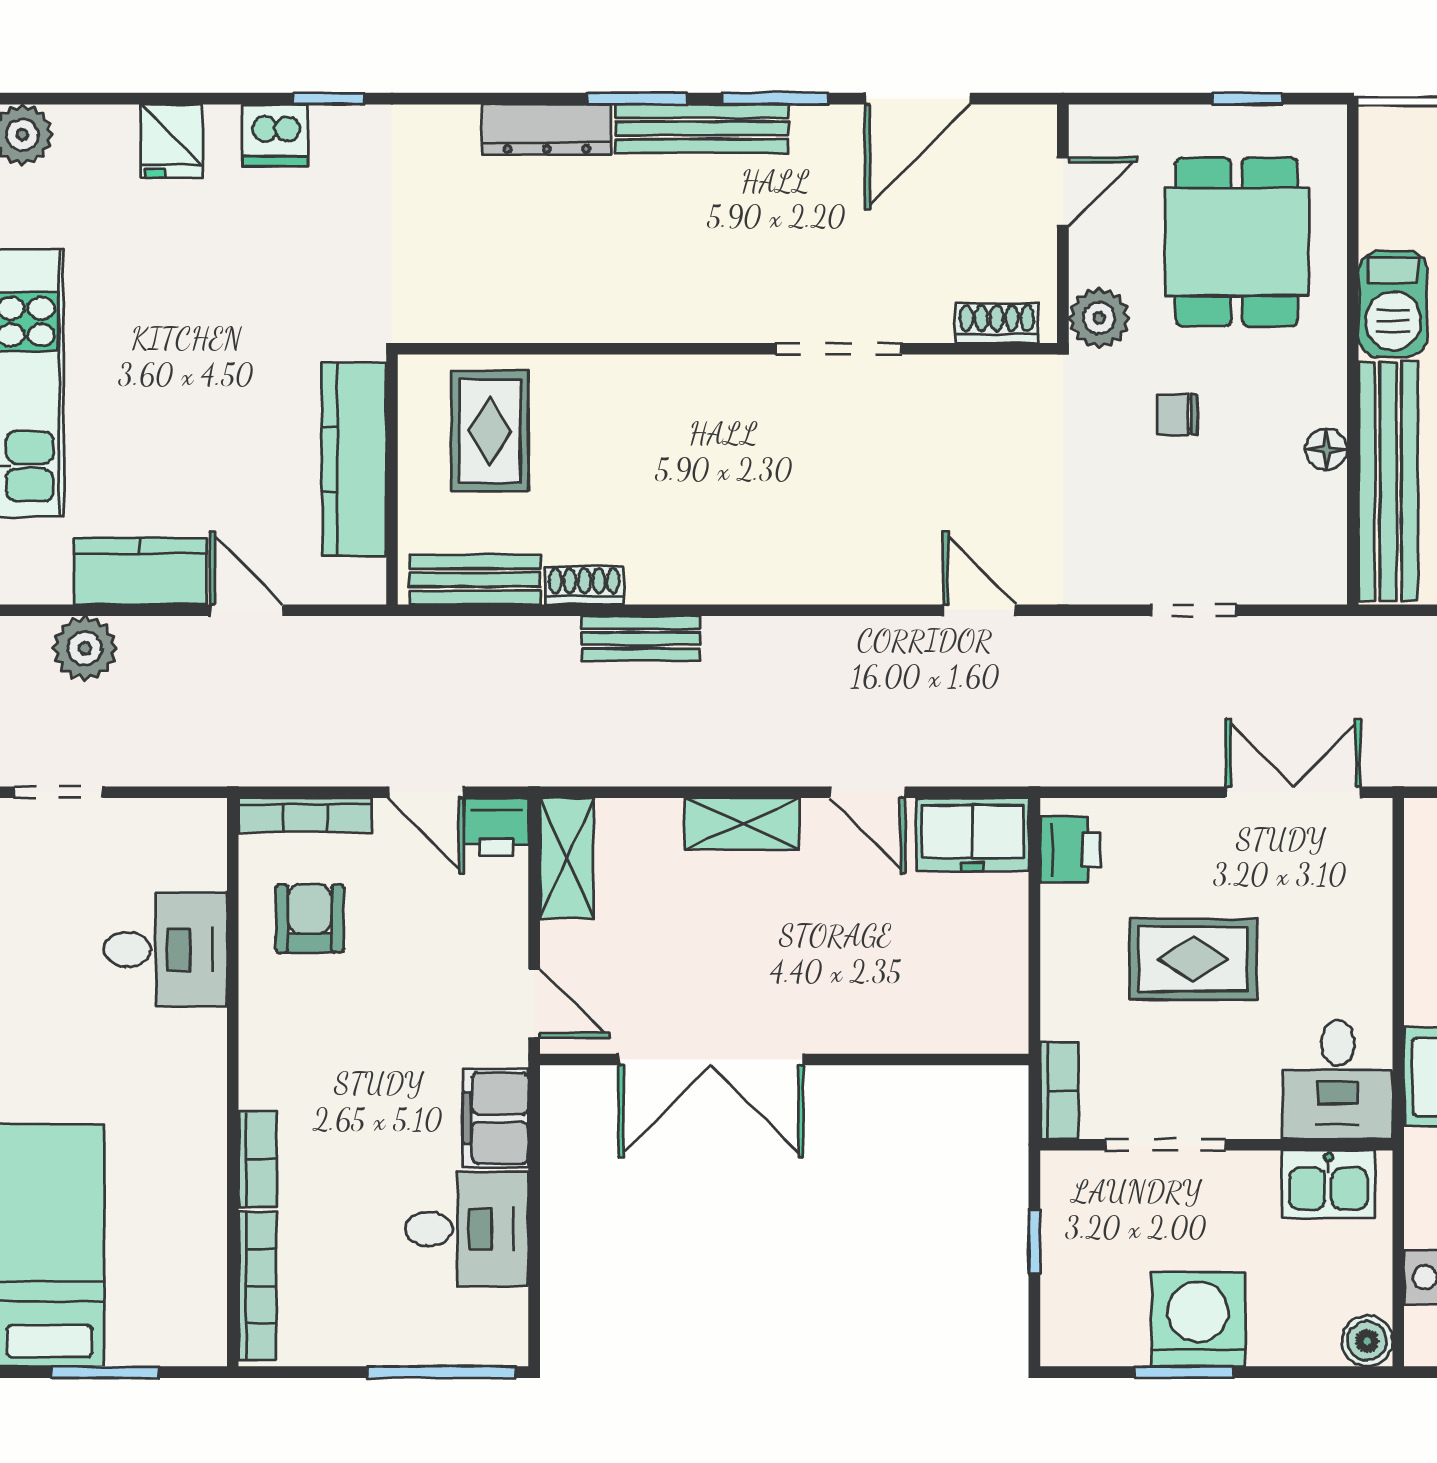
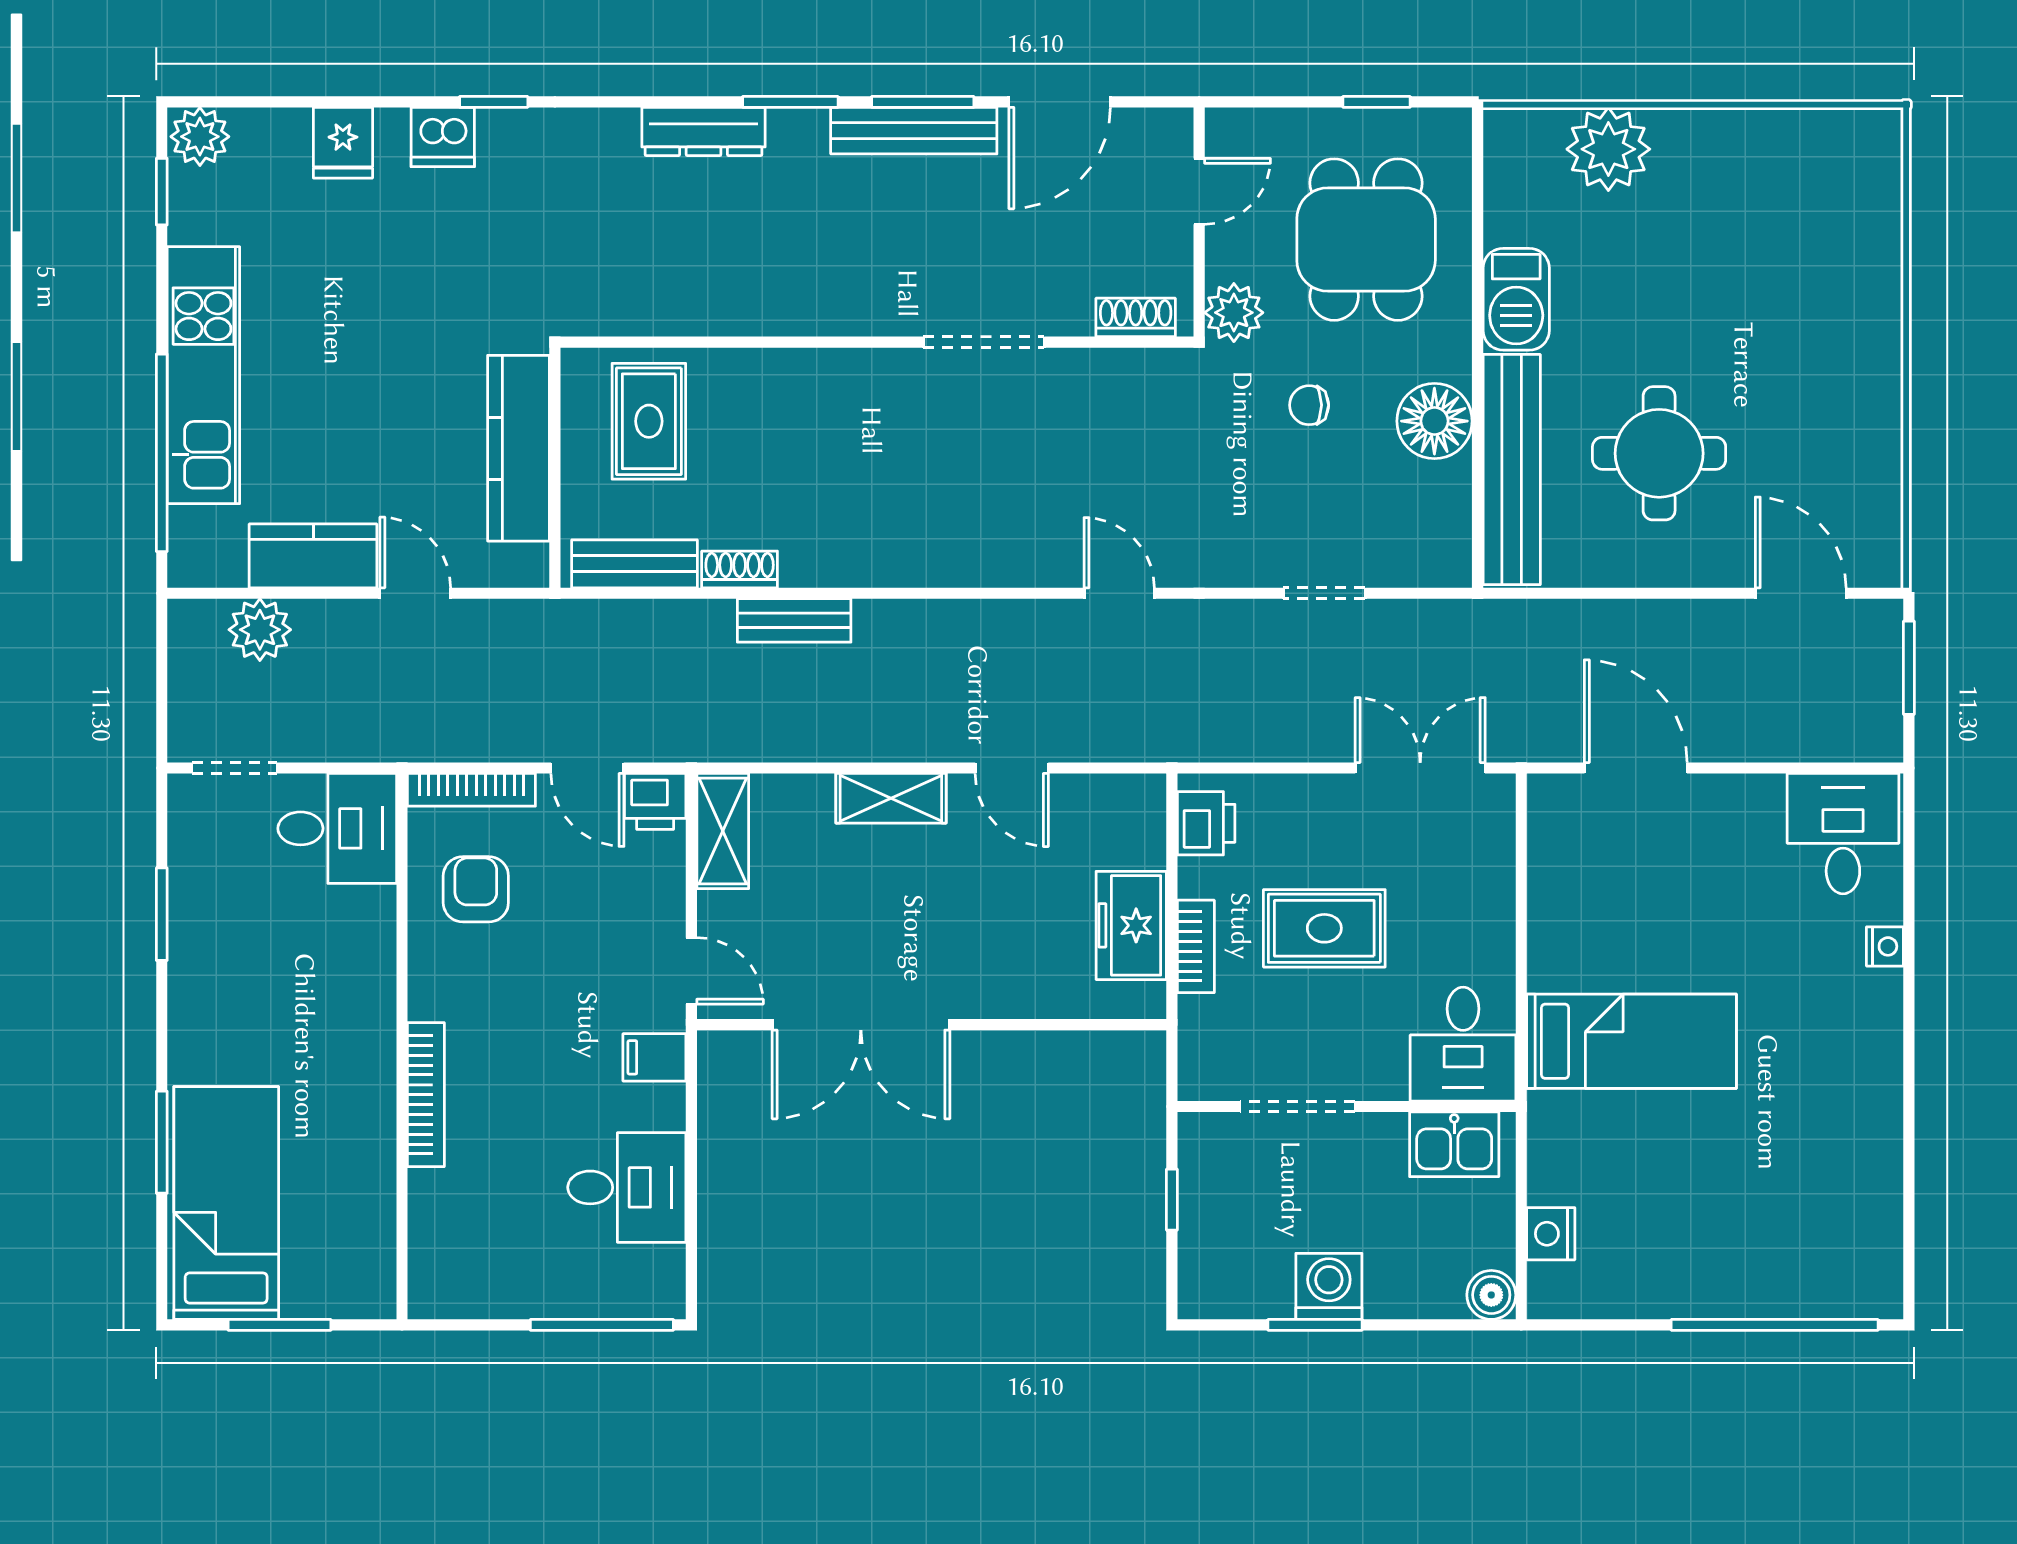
bench: (702, 129) -> (914, 131), moved
floor lamp: (1326, 449) -> (1434, 421), width x1.89, depth x1.89
freezer: (972, 835) -> (1131, 925), moved, turned 90
desk: (165, 949) -> (337, 828), moved
bookcase: (1059, 1091) -> (1196, 946), moved
filing cabinet: (496, 1118) -> (654, 1057), width x0.50
bookcase: (258, 1159) -> (426, 1095), width x1.56
bookcase: (257, 1286) -> (426, 1242), removed
washing machine: (1198, 1319) -> (1329, 1286), width x0.73, depth x0.73

